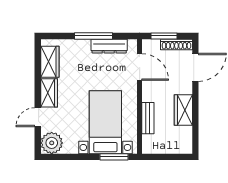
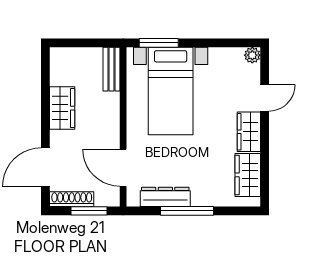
bench: (148, 118) -> (112, 69), moved
plant: (52, 143) -> (252, 55), width x0.53, depth x0.53

